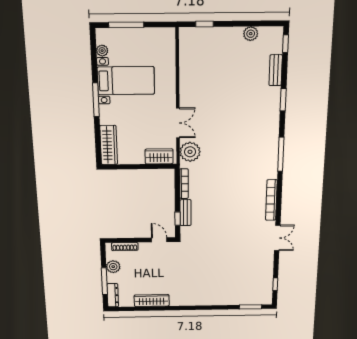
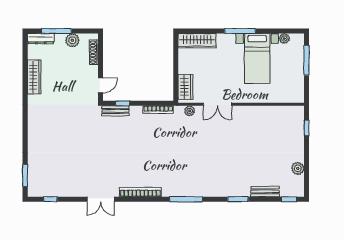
plant: (190, 152) -> (190, 111), width x0.53, depth x0.53
bench: (185, 213) -> (115, 111), moved

